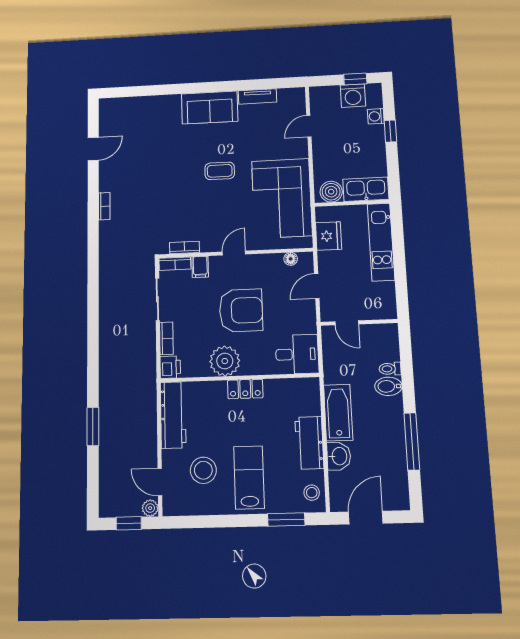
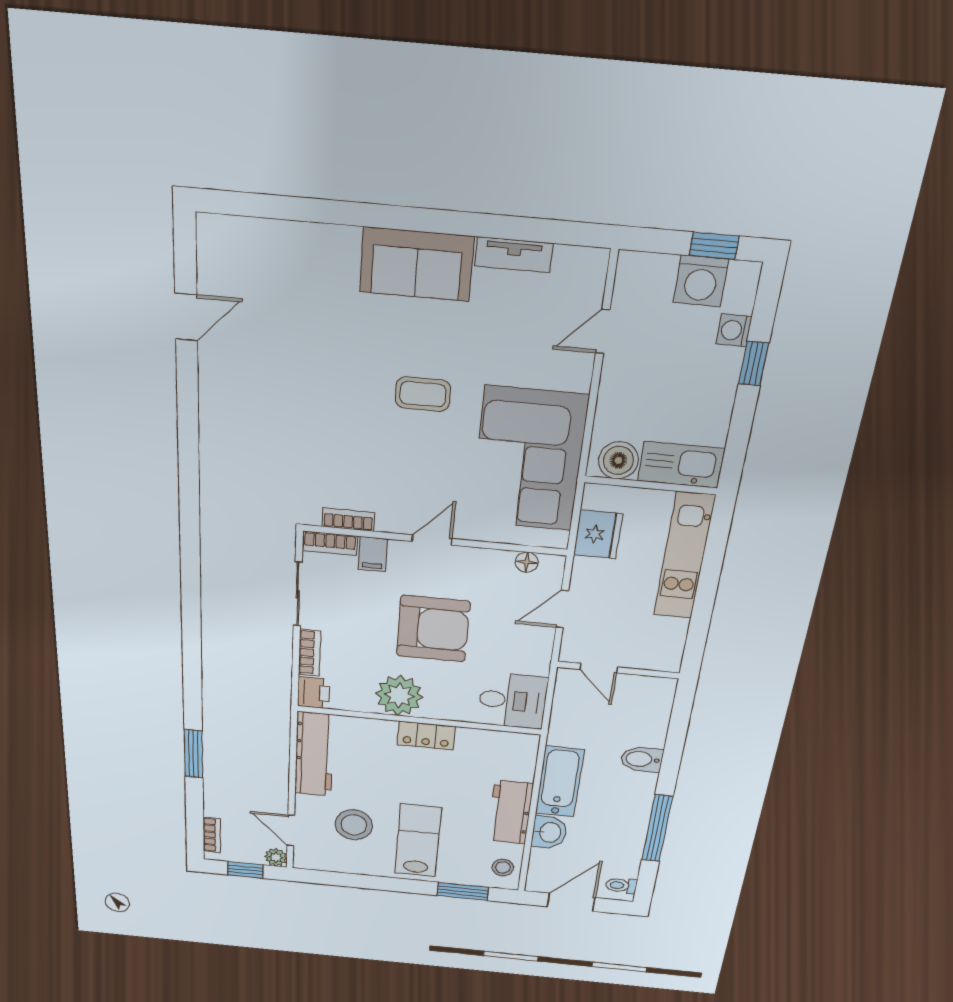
bookcase: (104, 206) -> (212, 835), moved
toilet: (390, 369) -> (621, 886), moved

